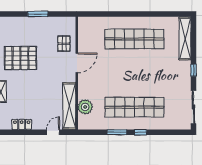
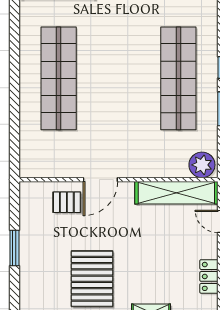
door: (77, 63) -> (100, 180), swing flipped
plant: (85, 107) -> (202, 165), moved

